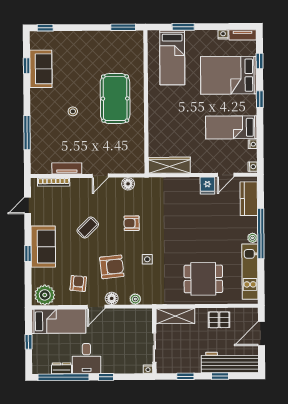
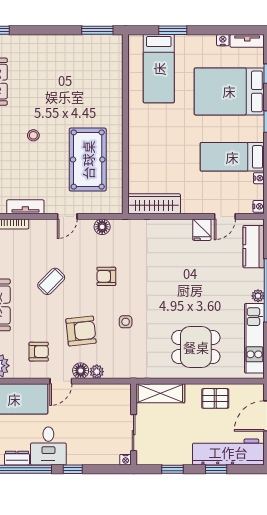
pool table: (115, 99) -> (88, 160), moved
armchair: (78, 283) -> (39, 352), turned 84
plant: (135, 299) -> (97, 372), moved

